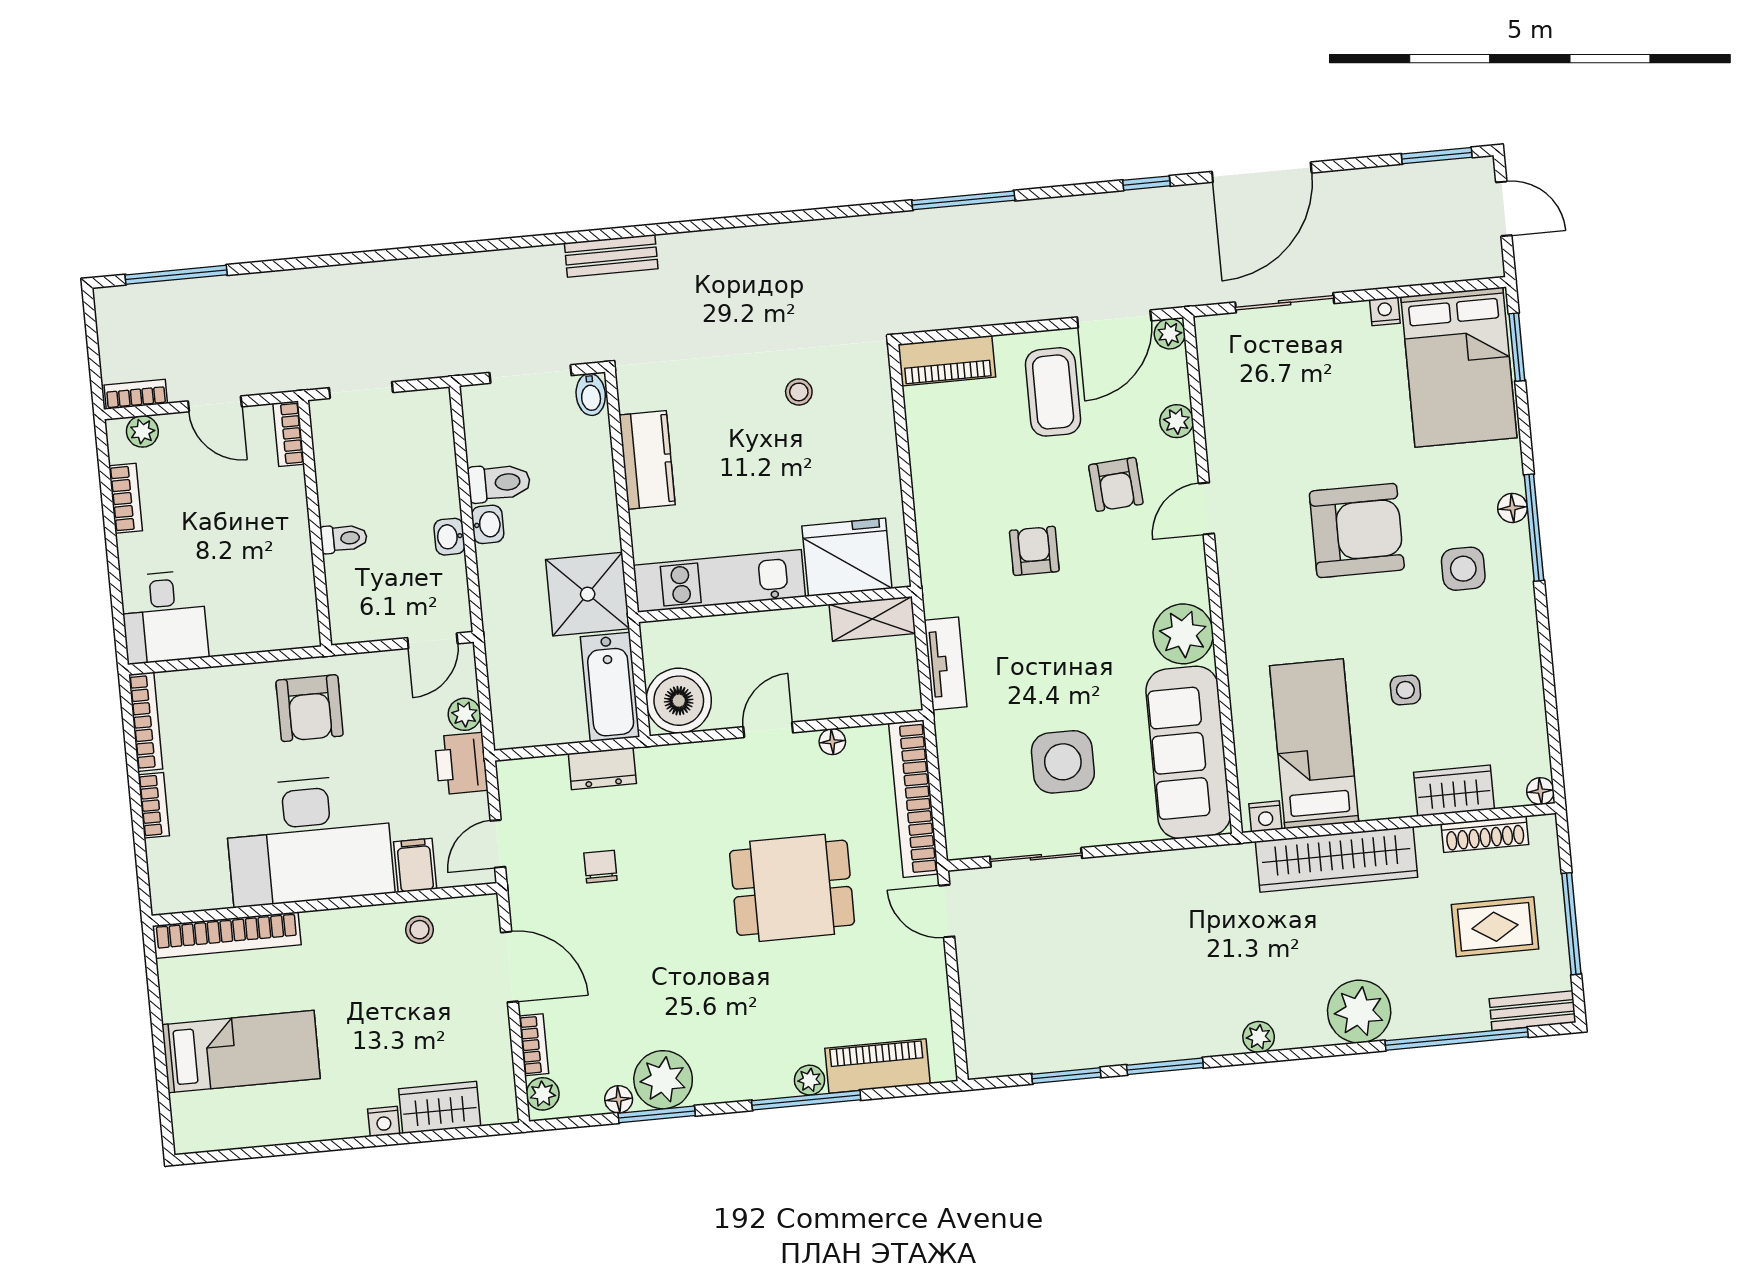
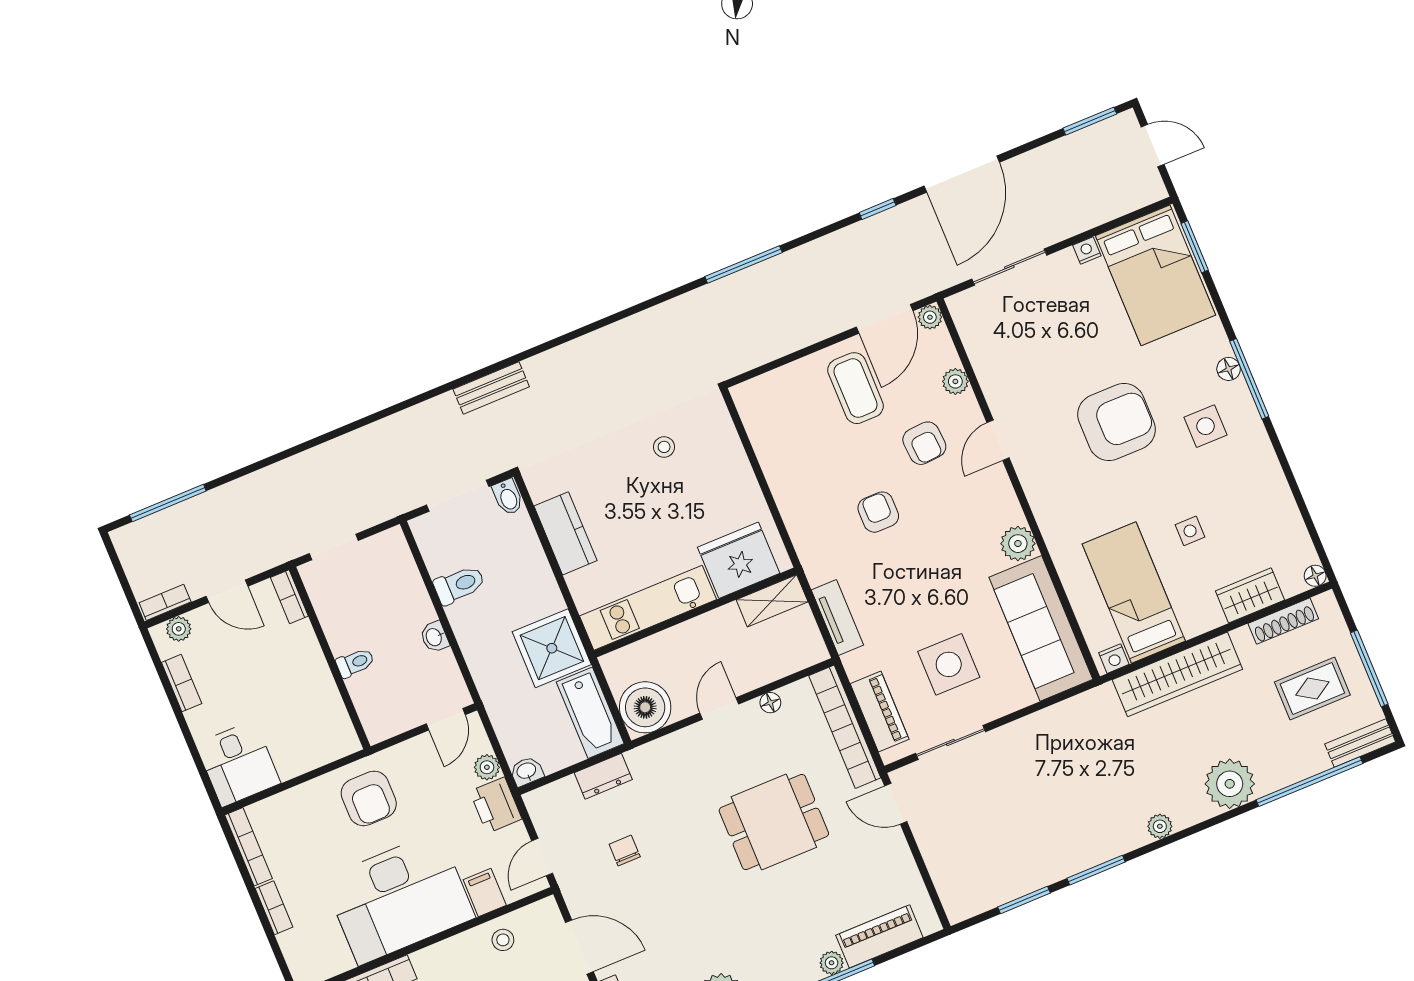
piano: (947, 361) -> (880, 712), moved, turned -90
washbasin: (488, 524) -> (527, 771), moved, turned -90
plant: (1183, 634) -> (1018, 544), width x0.73, depth x0.73

